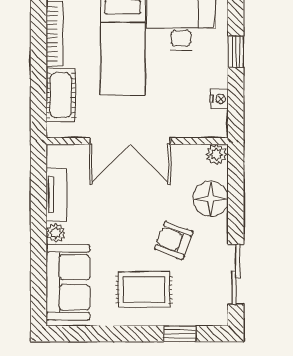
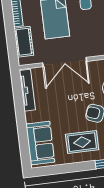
tv unit: (56, 195) -> (27, 90), width x1.41
plant: (56, 233) -> (30, 117), removed

